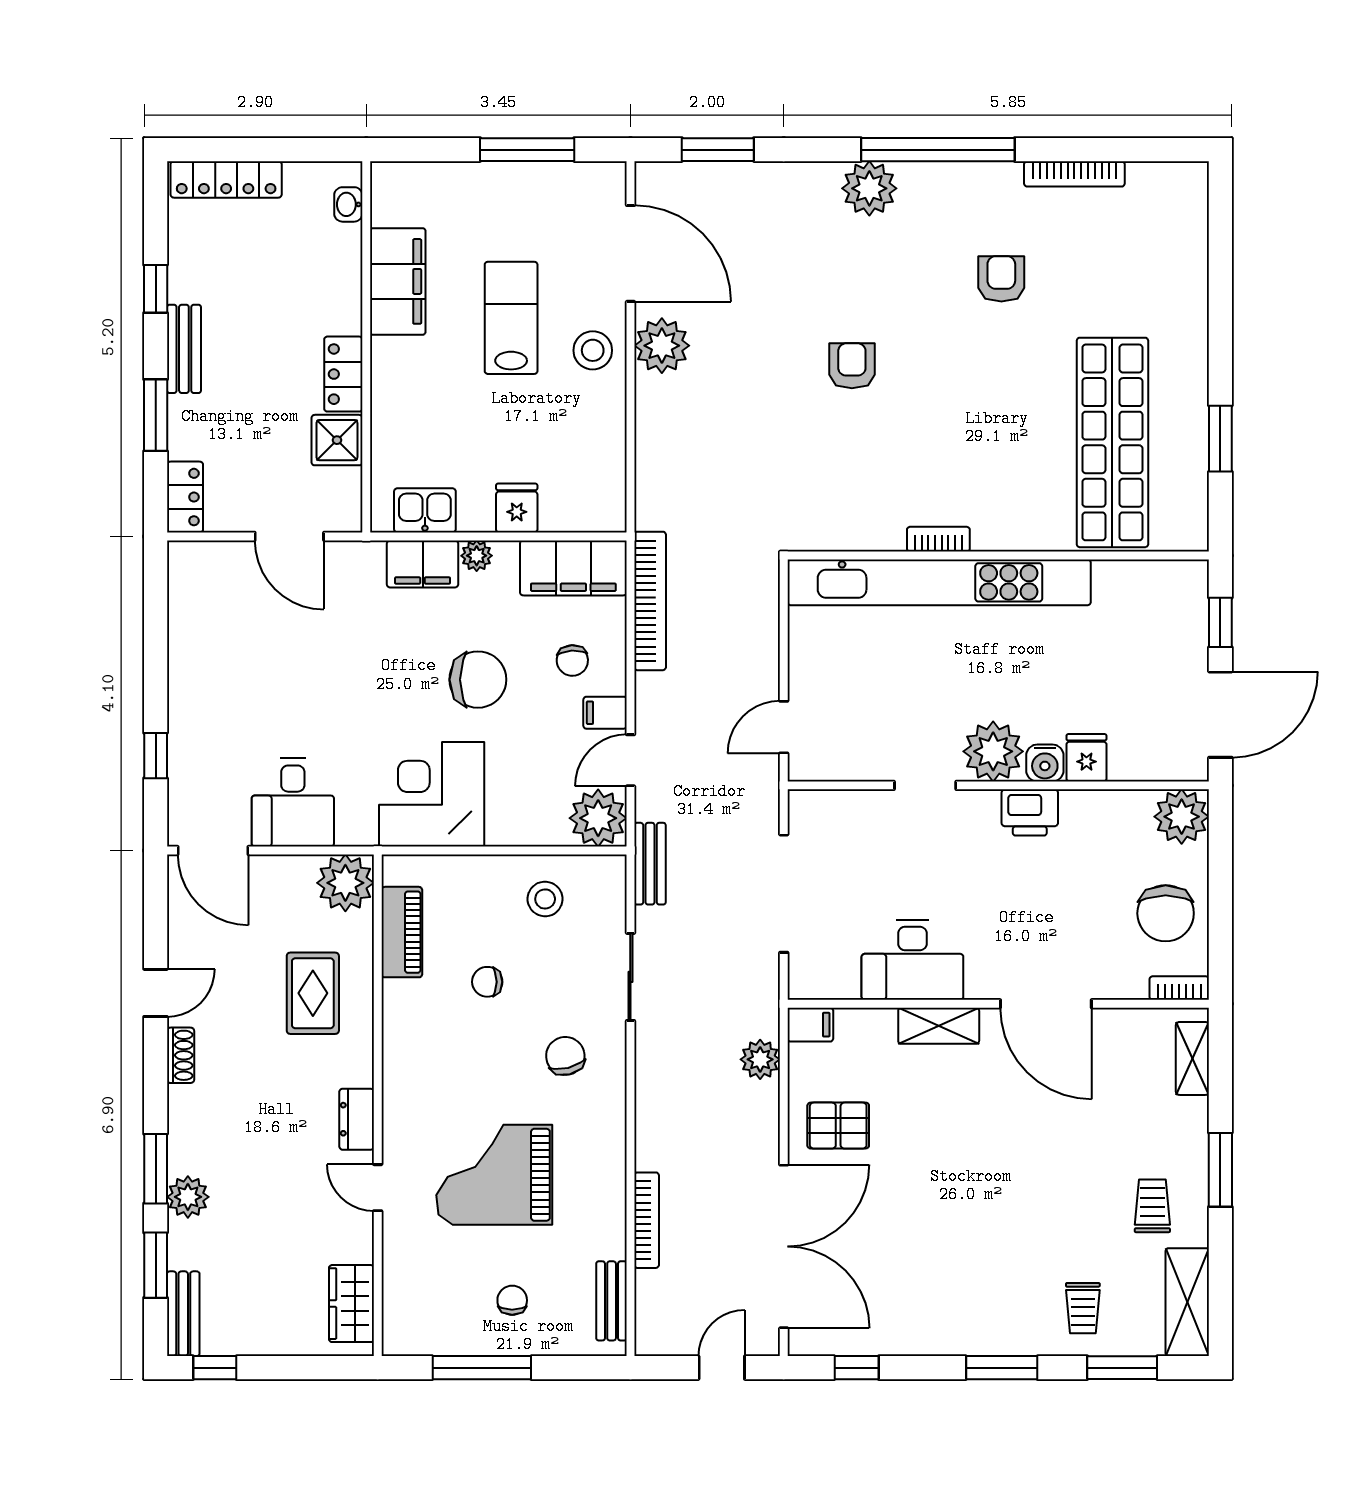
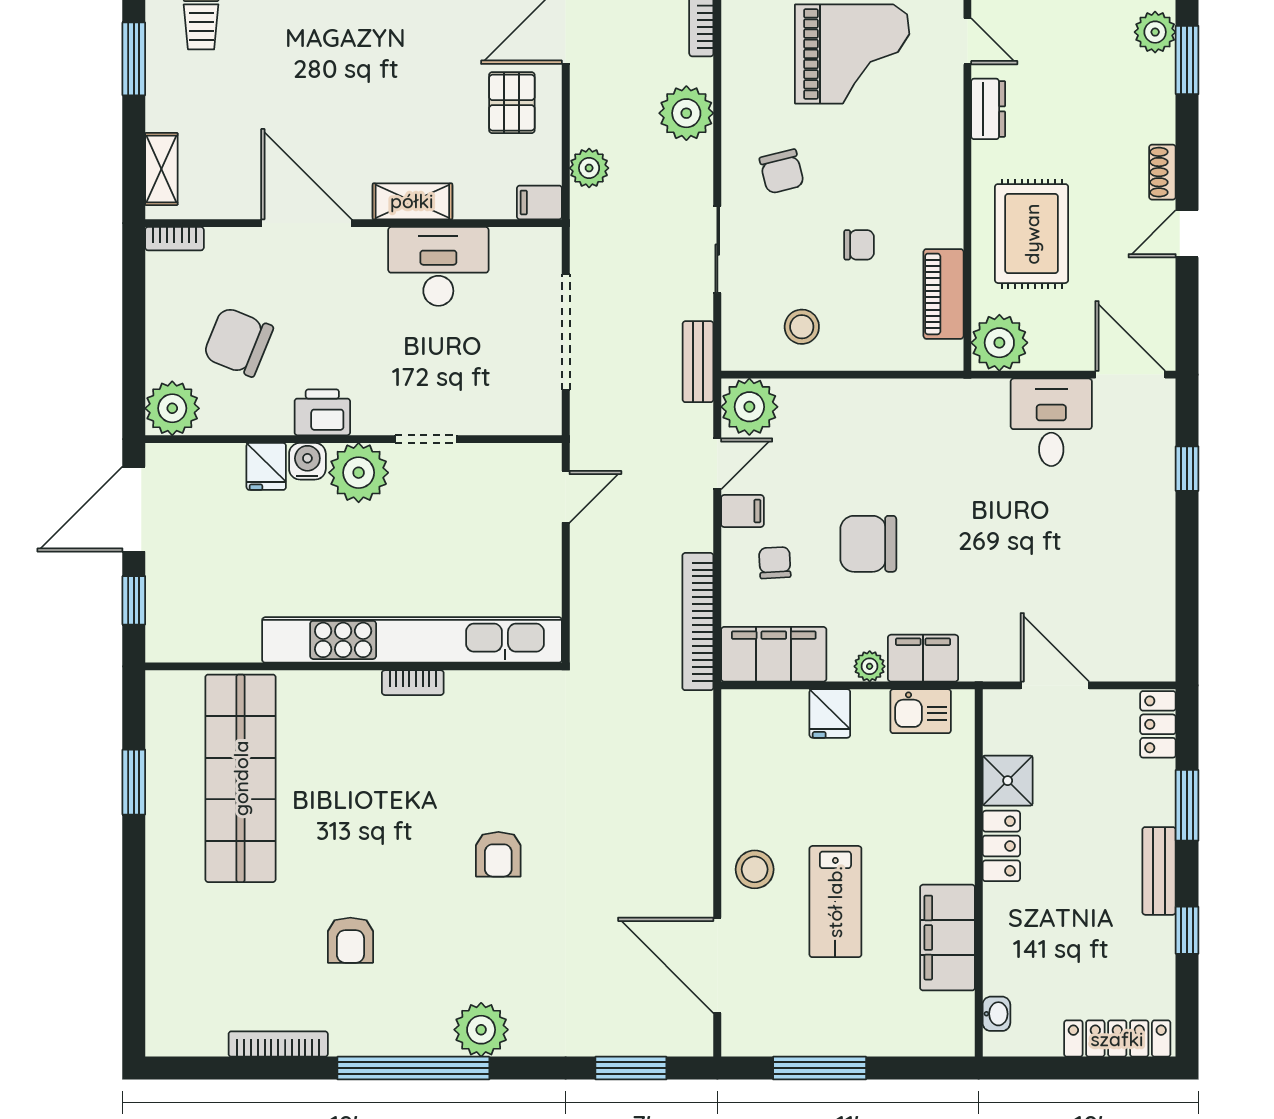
plant: (662, 346) -> (686, 113), moved
corner desk: (432, 794) -> (914, 430), removed
chair: (1166, 913) -> (238, 342), moved, turned -68
rug: (313, 993) -> (1032, 234), width x1.36, depth x1.43
pallet: (838, 1126) -> (512, 103), turned 90

